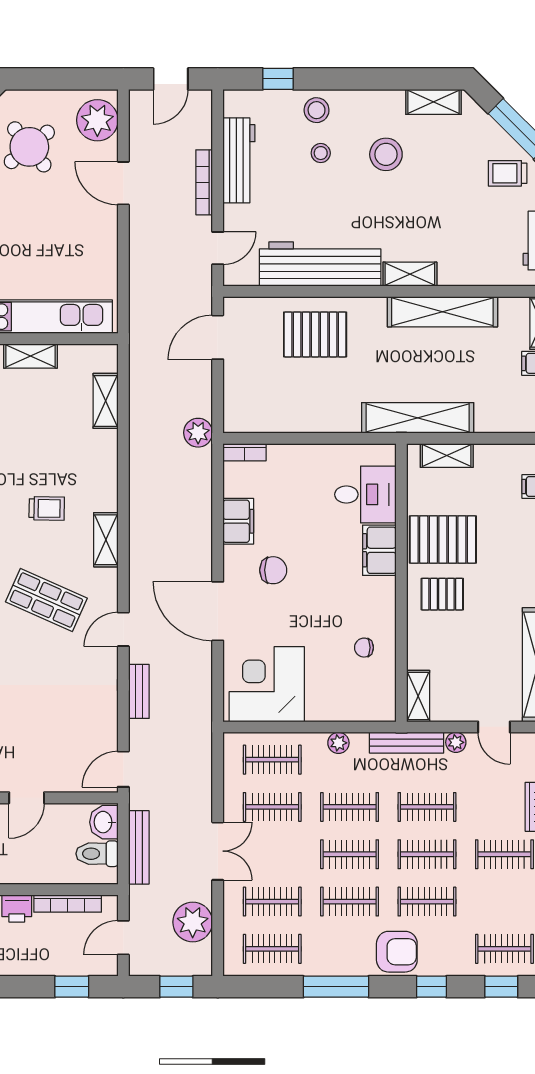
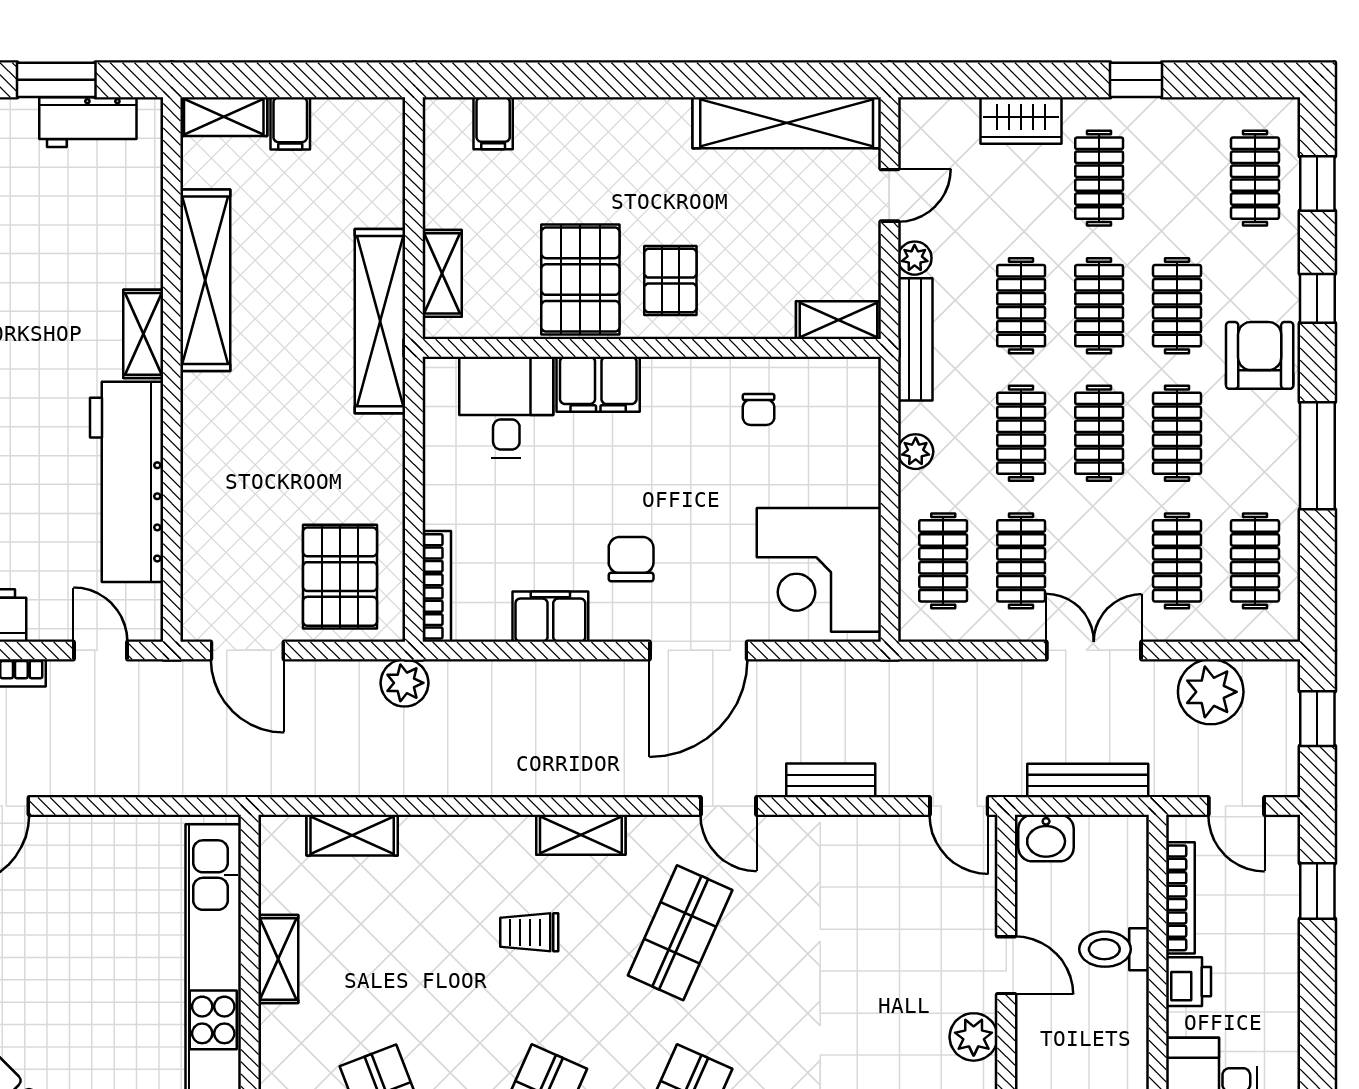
pallet: (315, 334) -> (340, 577), moved
bookcase: (245, 452) -> (437, 586), width x1.56
trolley: (47, 508) -> (529, 932), turned -91
toilet: (97, 854) -> (1114, 949), moved, turned 90

